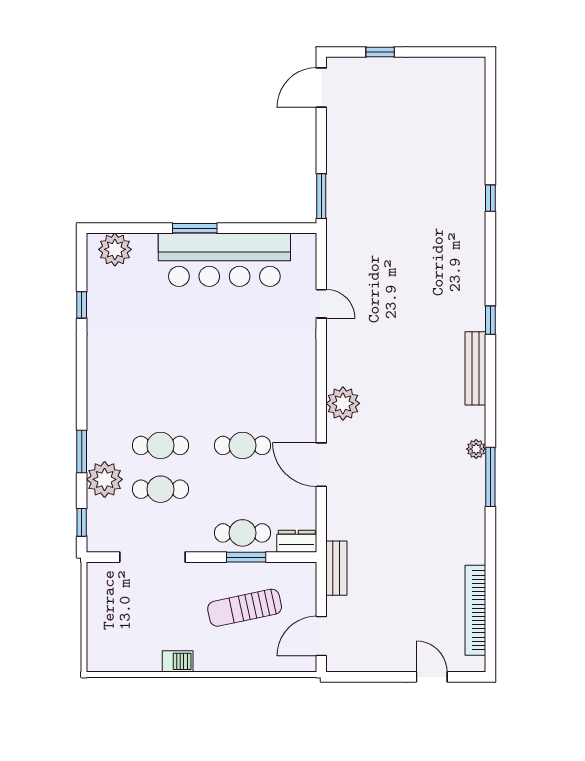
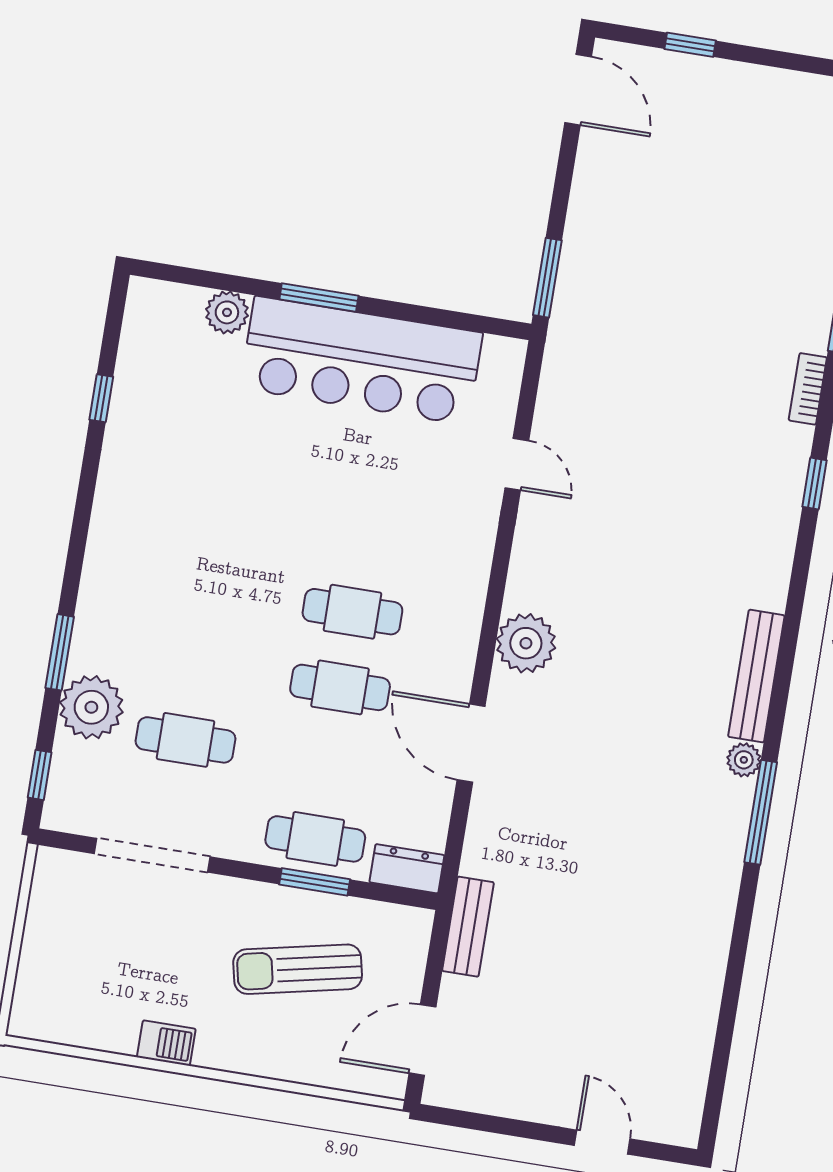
door: (321, 88) -> (578, 90), swing flipped
plant: (115, 249) -> (227, 312), moved, width x0.73, depth x0.73
window: (490, 320) -> (815, 484), moved
bench: (475, 368) -> (756, 676), moved
cafe table: (160, 445) -> (352, 612), moved
bookcase: (475, 610) -> (808, 389), moved, width x0.43, depth x0.76

